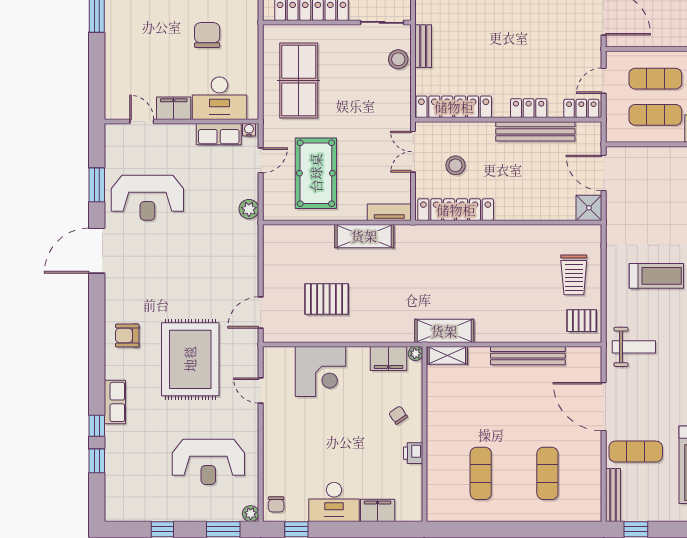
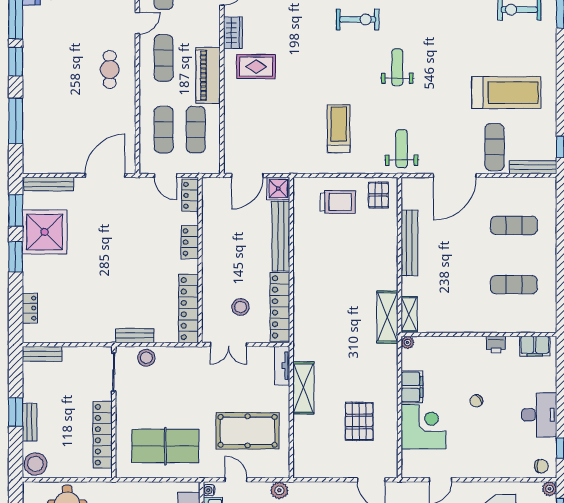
bench: (535, 131) -> (281, 236), moved
filing cabinet: (389, 358) -> (412, 387), moved
chair: (398, 415) -> (476, 401), moved
filing cabinet: (378, 510) -> (535, 346), moved, turned -90

